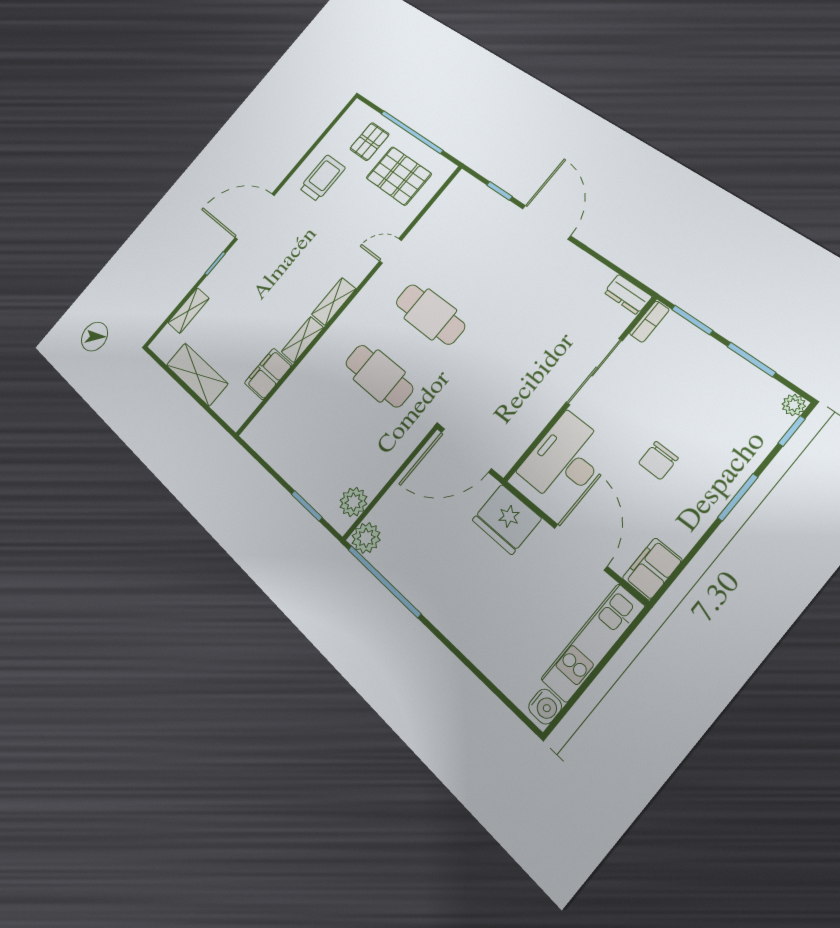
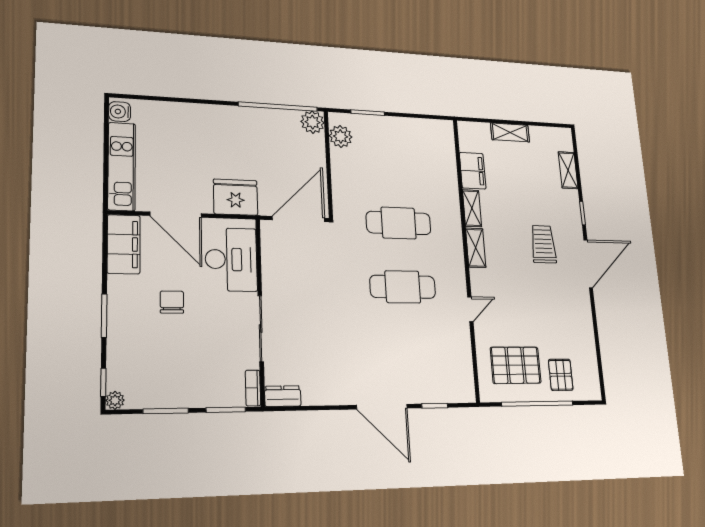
trolley: (322, 178) -> (543, 244), moved, turned 180
shelving: (197, 374) -> (510, 132), width x0.67, depth x0.75
filing cabinet: (652, 569) -> (124, 244), width x1.50, depth x1.17

